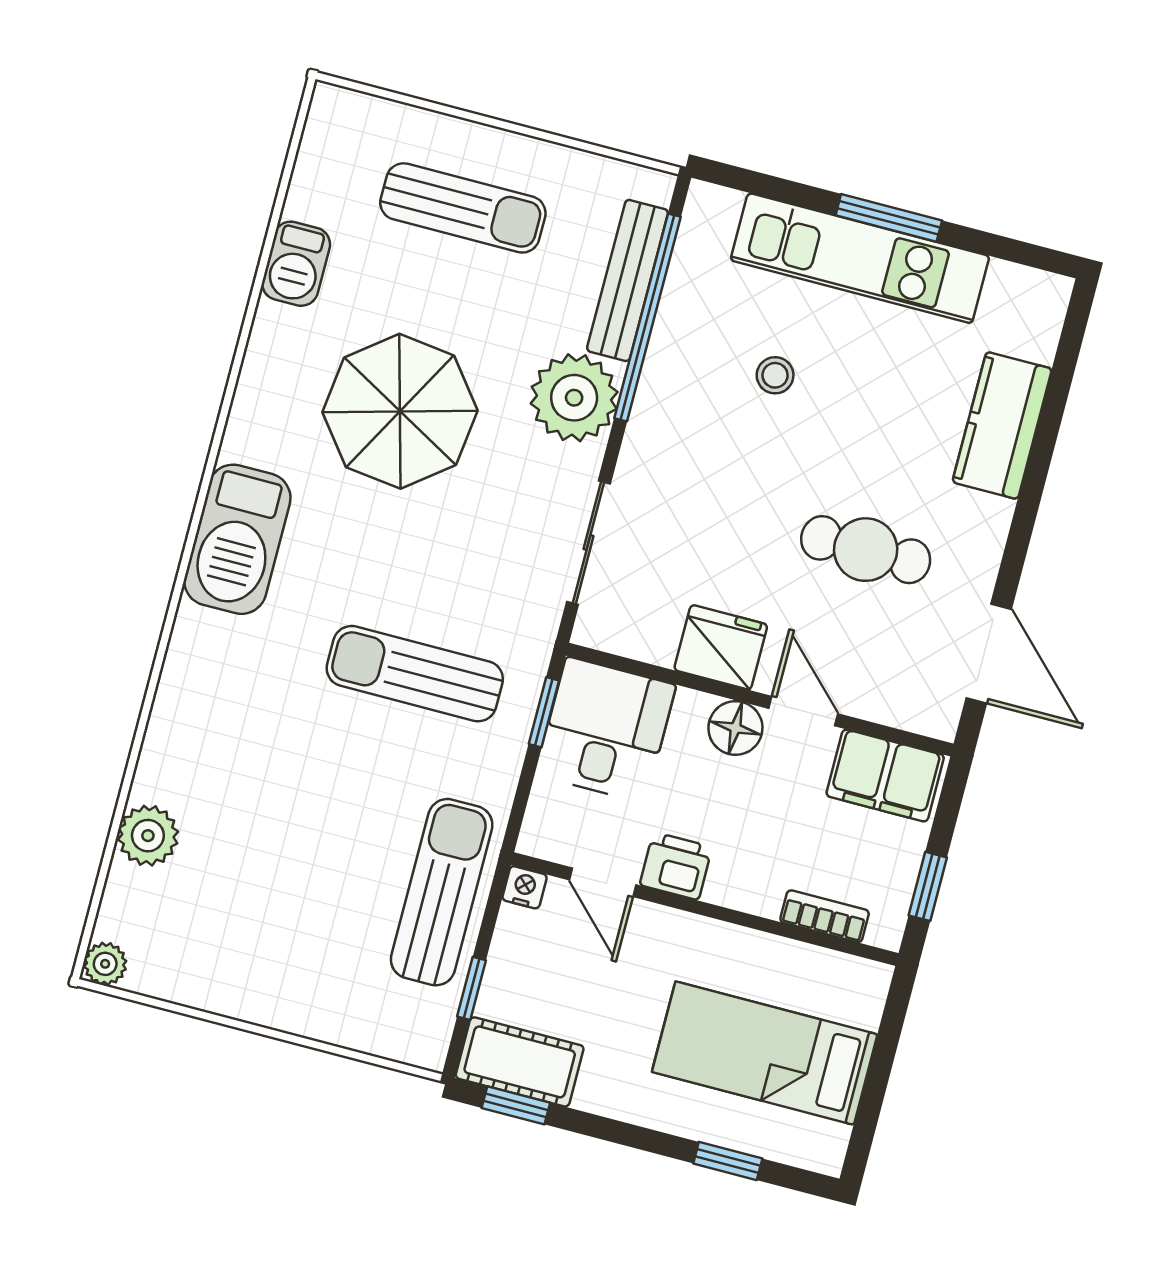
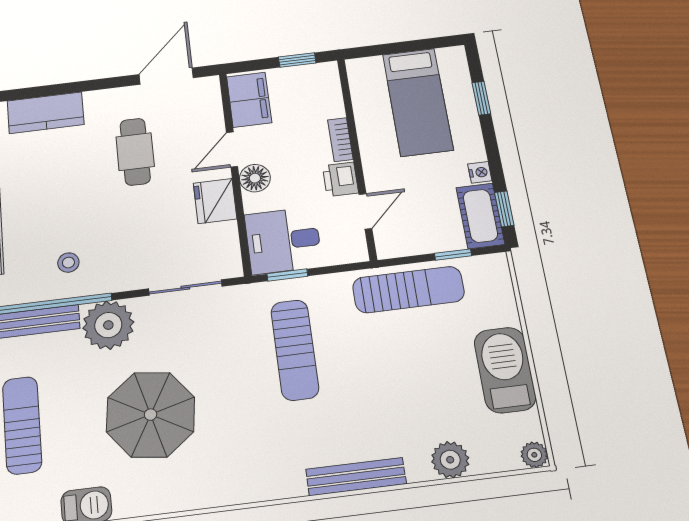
stool: (775, 375) -> (68, 263), moved
barbecue: (237, 539) -> (505, 370), moved, turned -90
bench: (179, 684) -> (356, 477), added
nightstand: (525, 887) -> (480, 172), moved, turned 180
sun lounger: (442, 892) -> (408, 290), turned 180
bookcase: (825, 916) -> (340, 140), moved

